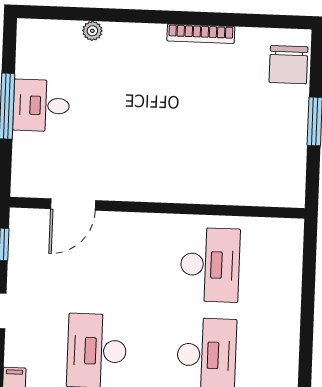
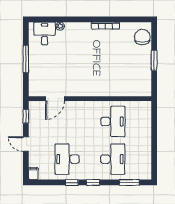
chair: (289, 65) -> (142, 37), turned 180
desk: (41, 106) -> (45, 34), moved, turned 90

